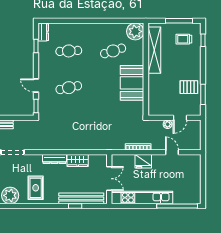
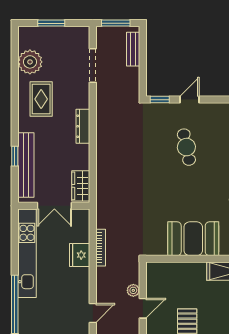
door: (180, 118) -> (143, 308), swing flipped
door: (172, 152) -> (93, 313), moved
wardrobe: (78, 160) -> (81, 186), moved
rug: (36, 188) -> (41, 99), turned 90

